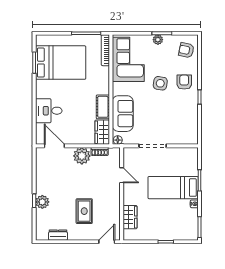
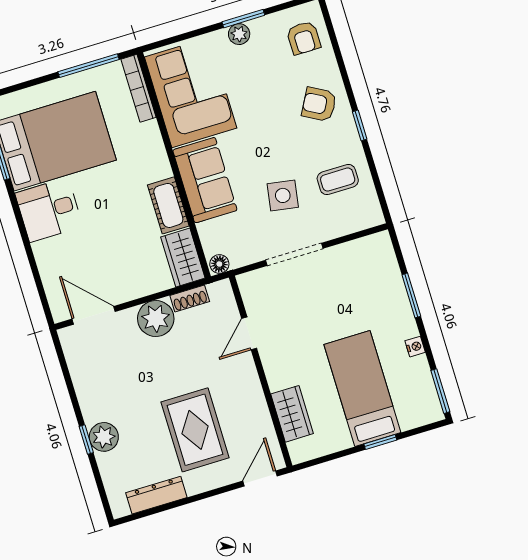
armchair: (186, 50) -> (304, 38), turned -102
armchair: (184, 82) -> (319, 104), turned -61
side table: (160, 83) -> (283, 195), moved
desk: (49, 111) -> (49, 210), moved
sofa: (123, 114) -> (205, 180), moved
coffee table: (182, 118) -> (338, 180), added
door: (122, 175) -> (249, 333), swing flipped
bed: (173, 188) -> (362, 388), moved, turned 90
rug: (84, 211) -> (195, 430), width x1.36, depth x1.43
dresser: (58, 235) -> (156, 495), width x1.44

